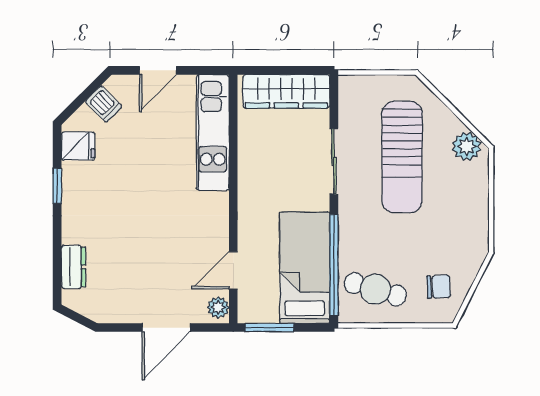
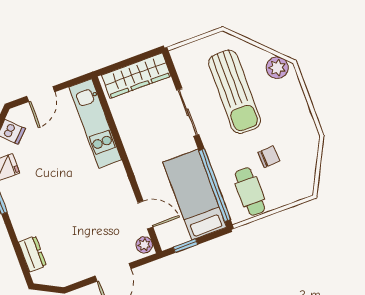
door: (233, 270) -> (145, 215), swing flipped
chair: (439, 287) -> (269, 157), moved
cafe table: (375, 289) -> (250, 192), turned 74
window: (270, 328) -> (186, 246), width x0.67

